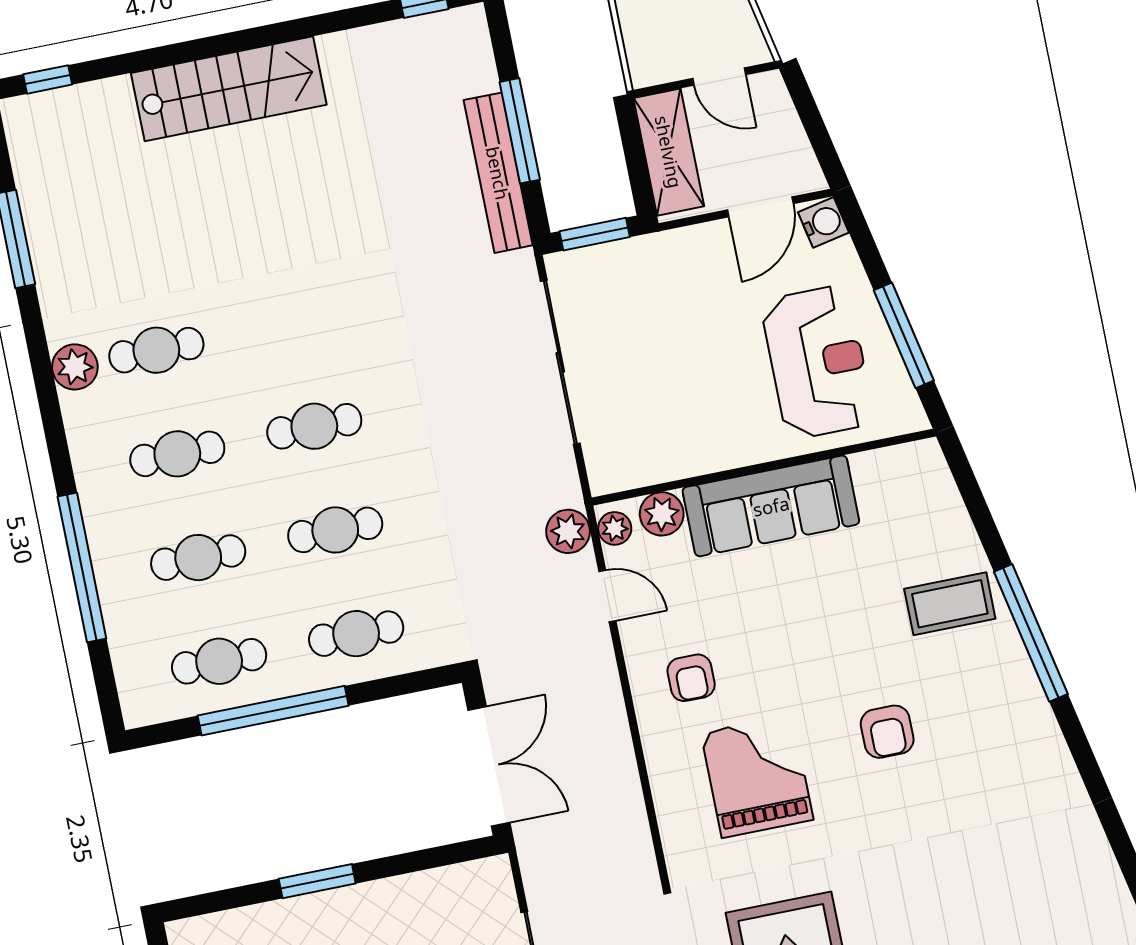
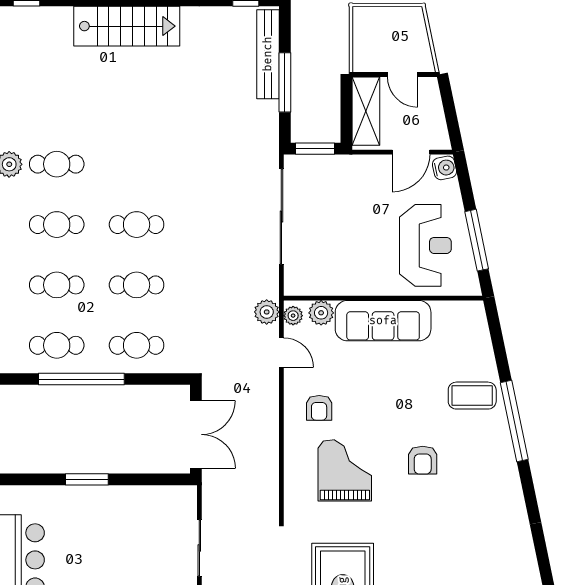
bench: (498, 173) -> (268, 54), moved

